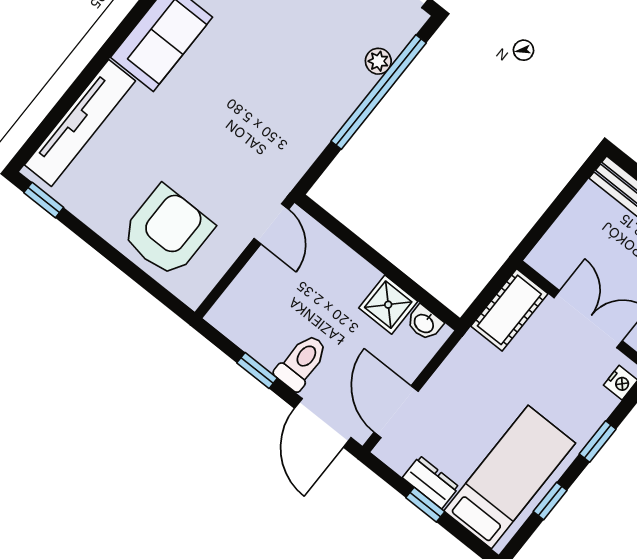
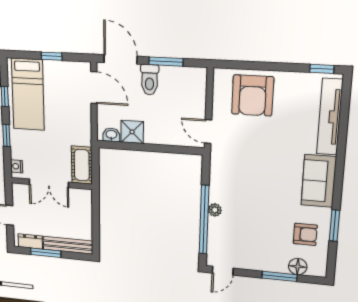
plant: (378, 61) -> (215, 210), moved
window: (257, 370) -> (166, 62), width x1.50
dresser: (431, 482) -> (57, 68), removed

